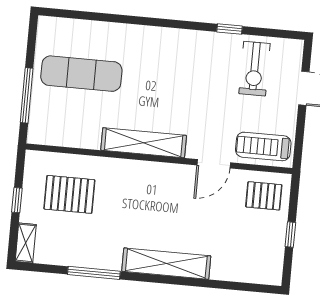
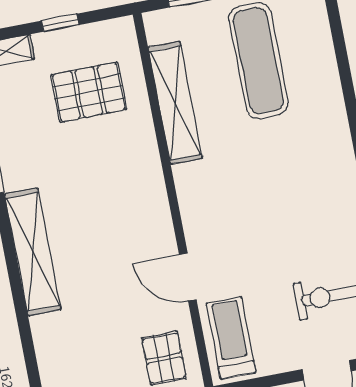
shelving: (144, 143) -> (175, 103), moved
pallet: (69, 194) -> (89, 92), turned 90

